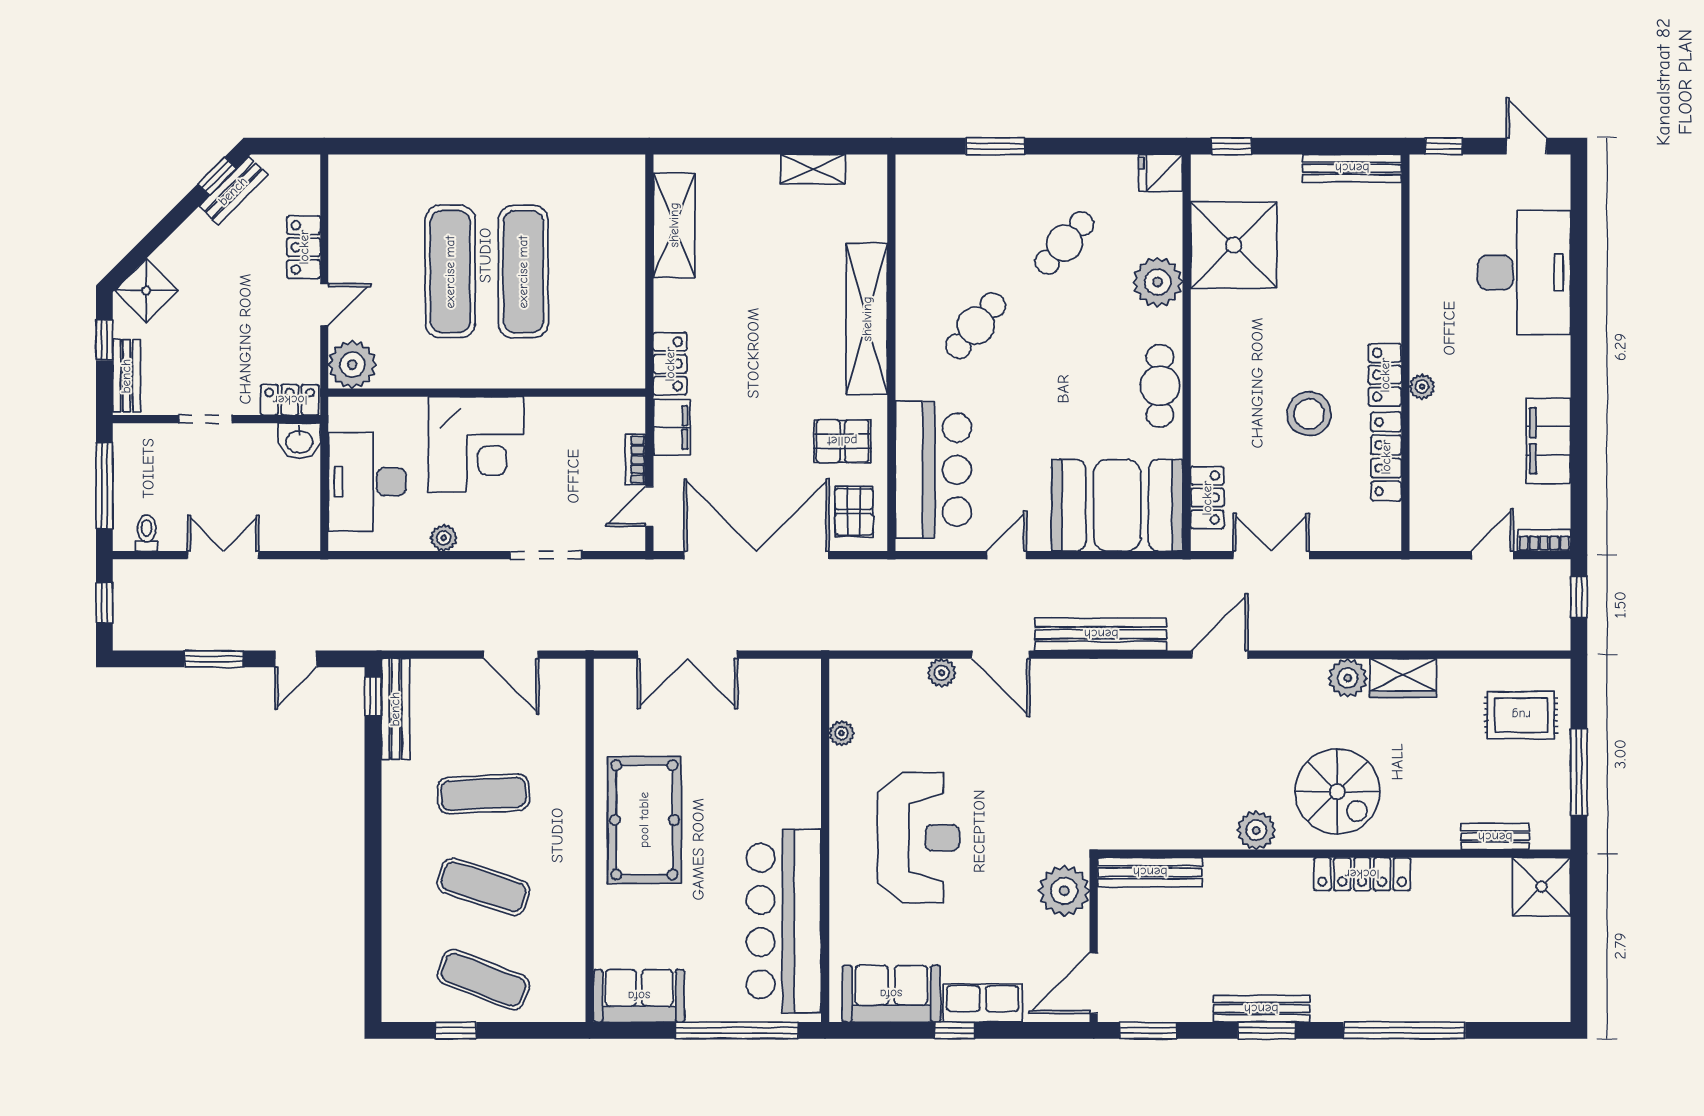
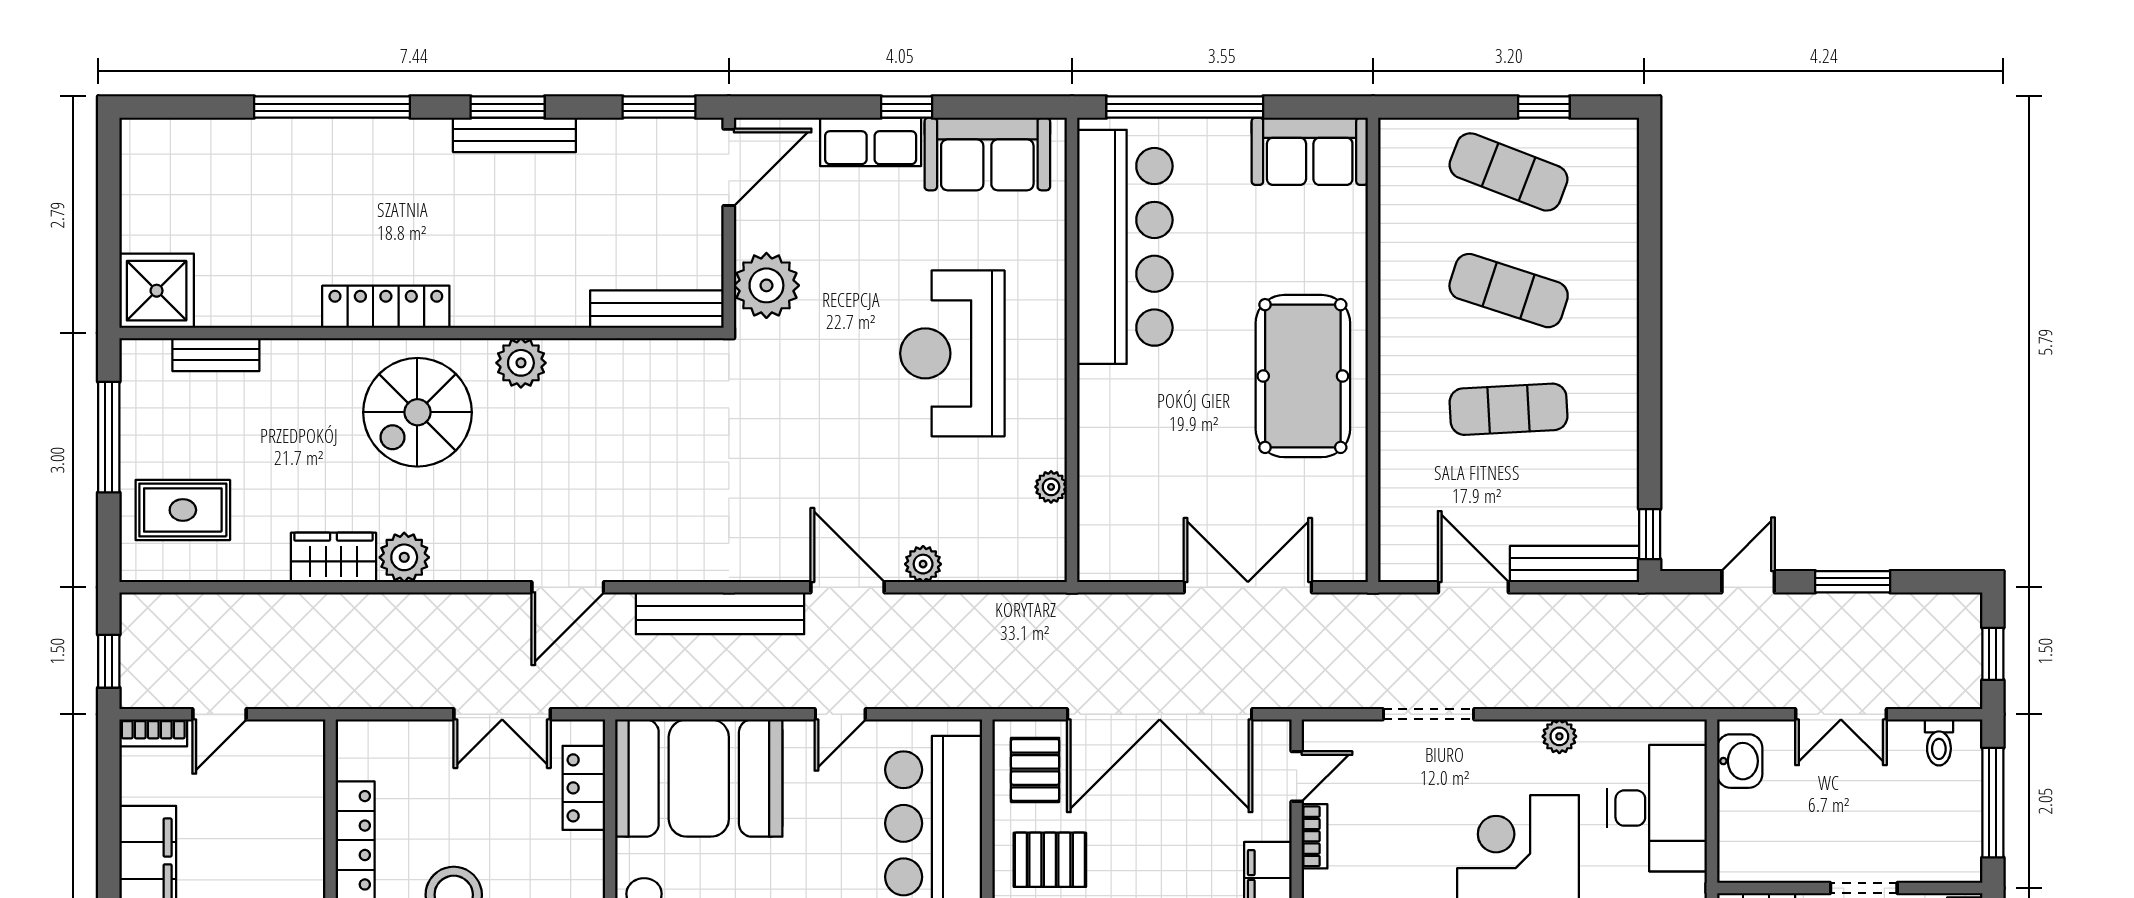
washbasin: (299, 441) -> (1740, 761), moved, turned 90
bench: (395, 709) -> (1575, 564), moved, turned 90
spiral stairs: (1337, 792) -> (417, 412), turned -90

